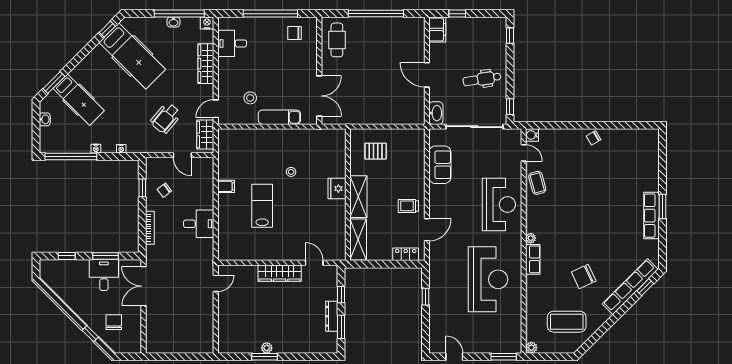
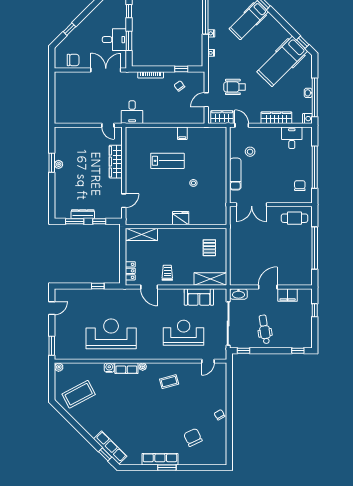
filing cabinet: (437, 29) -> (288, 295), moved
wheelchair: (166, 118) -> (235, 87), turned -40
water cooler: (532, 135) -> (109, 368), moved
coffee table: (537, 183) -> (169, 382), moved
shelving: (358, 197) -> (210, 279), moved
reception desk: (499, 204) -> (184, 333), moved, turned 180
desk: (199, 224) -> (132, 112), moved
wardrobe: (280, 273) -> (116, 162), moved
chair: (584, 277) -> (193, 437), moved
reception desk: (488, 279) -> (111, 334), turned 180
row of seats: (630, 287) -> (110, 448), width x0.73
chair: (114, 322) -> (73, 60), moved
coffee table: (567, 322) -> (79, 394), turned 62

